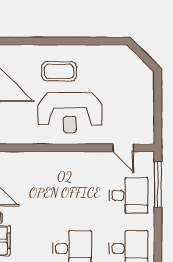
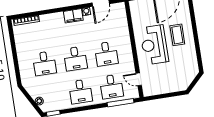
door: (123, 148) -> (139, 79), hinge flipped
desk: (72, 195) -> (106, 54), added

